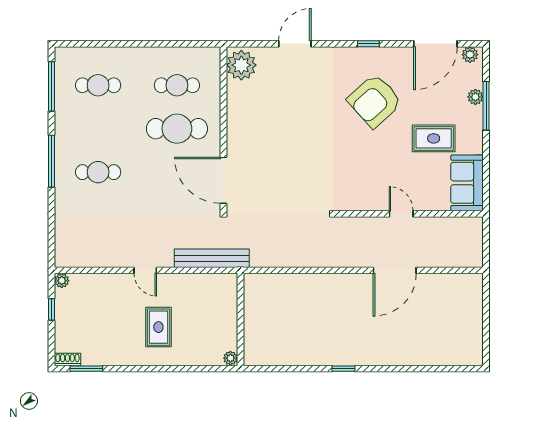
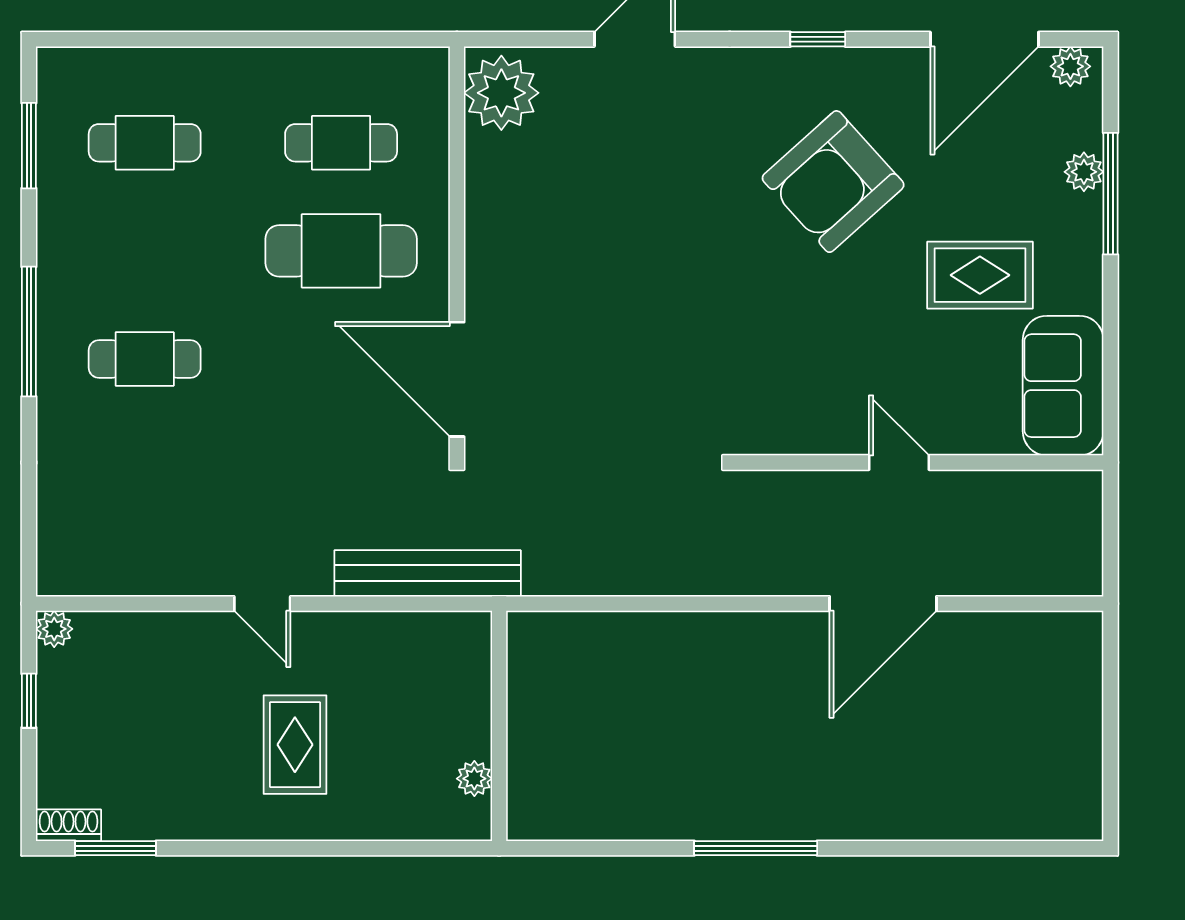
window: (52, 86) -> (29, 146), width x0.69
plant: (230, 358) -> (474, 779), moved
window: (343, 369) -> (756, 848), width x2.17

